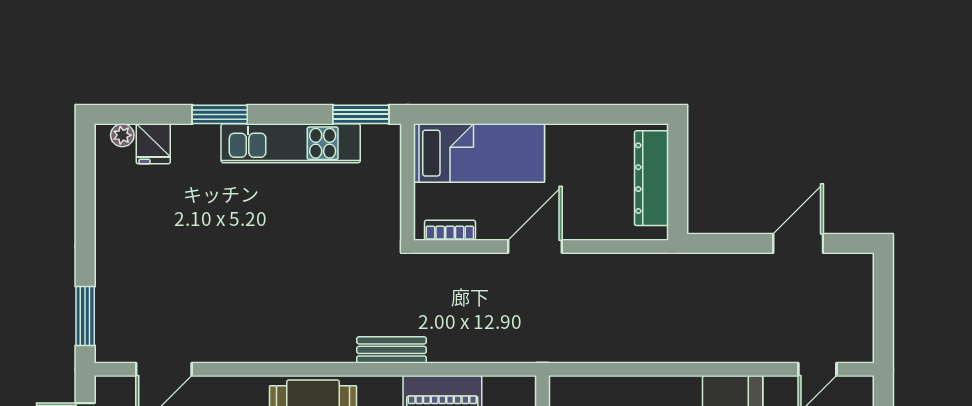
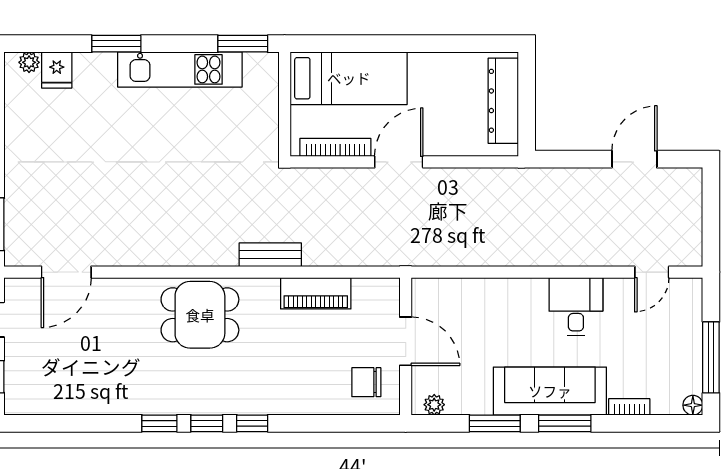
bookcase: (450, 230) -> (335, 147), width x1.56

